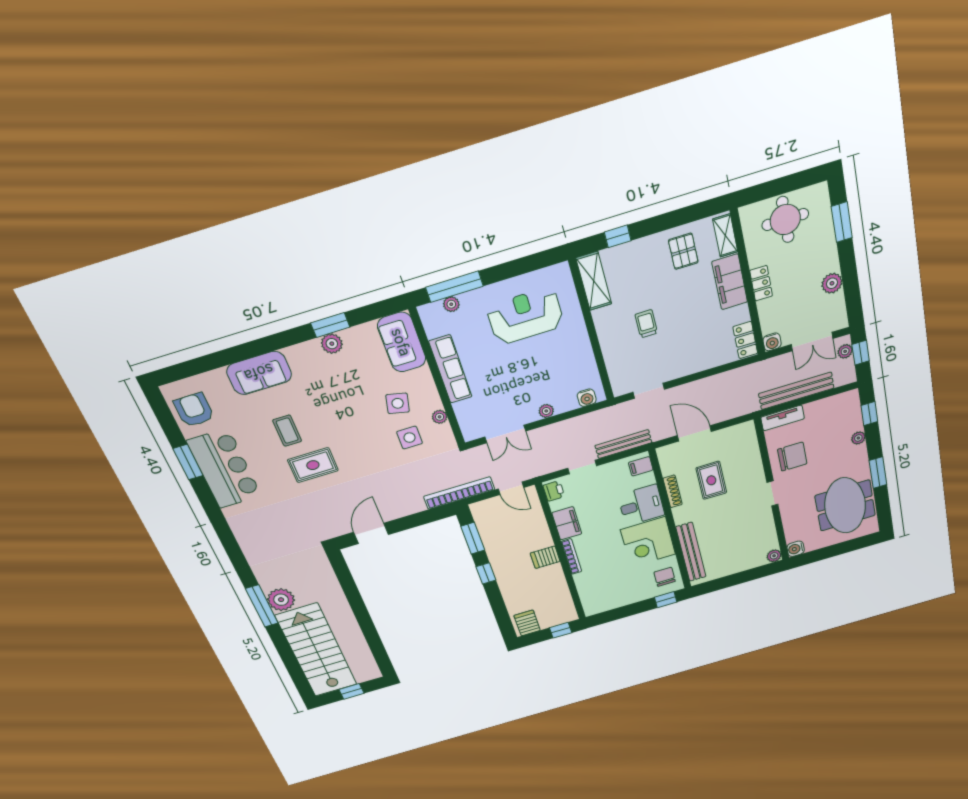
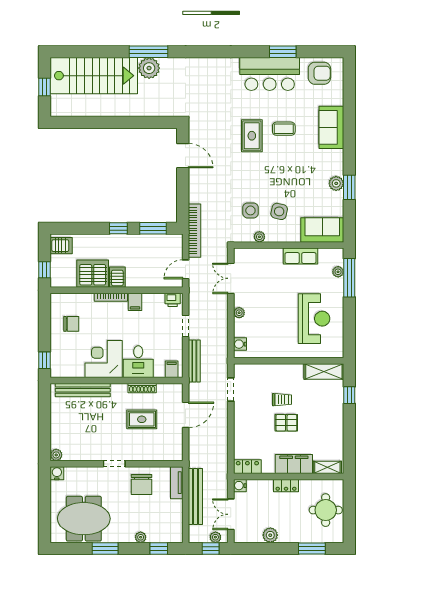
pallet: (683, 251) -> (286, 423), moved
row of seats: (450, 369) -> (301, 256), width x0.68
filing cabinet: (567, 523) -> (135, 302), width x0.50
chair: (665, 577) -> (71, 324), moved
server rack: (549, 583) -> (93, 274), added

